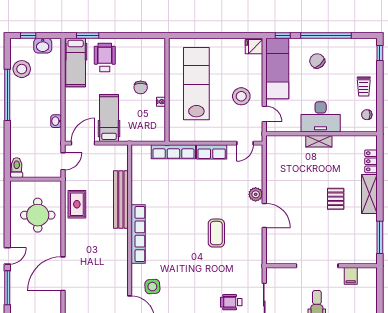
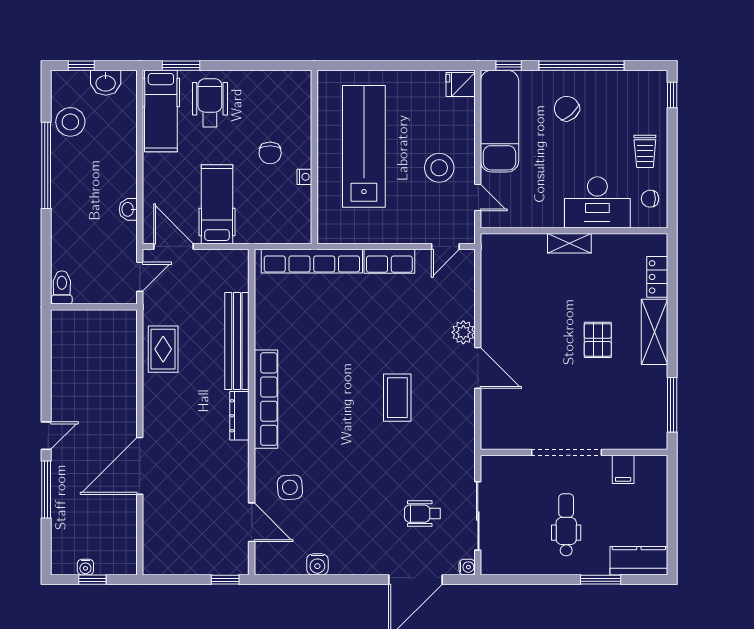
desk: (321, 117) -> (597, 202), moved
door: (83, 143) -> (173, 246), hinge flipped
row of seats: (173, 152) -> (312, 261), width x1.36
round table: (38, 215) -> (97, 367), removed
dresser: (122, 244) -> (239, 416), added

